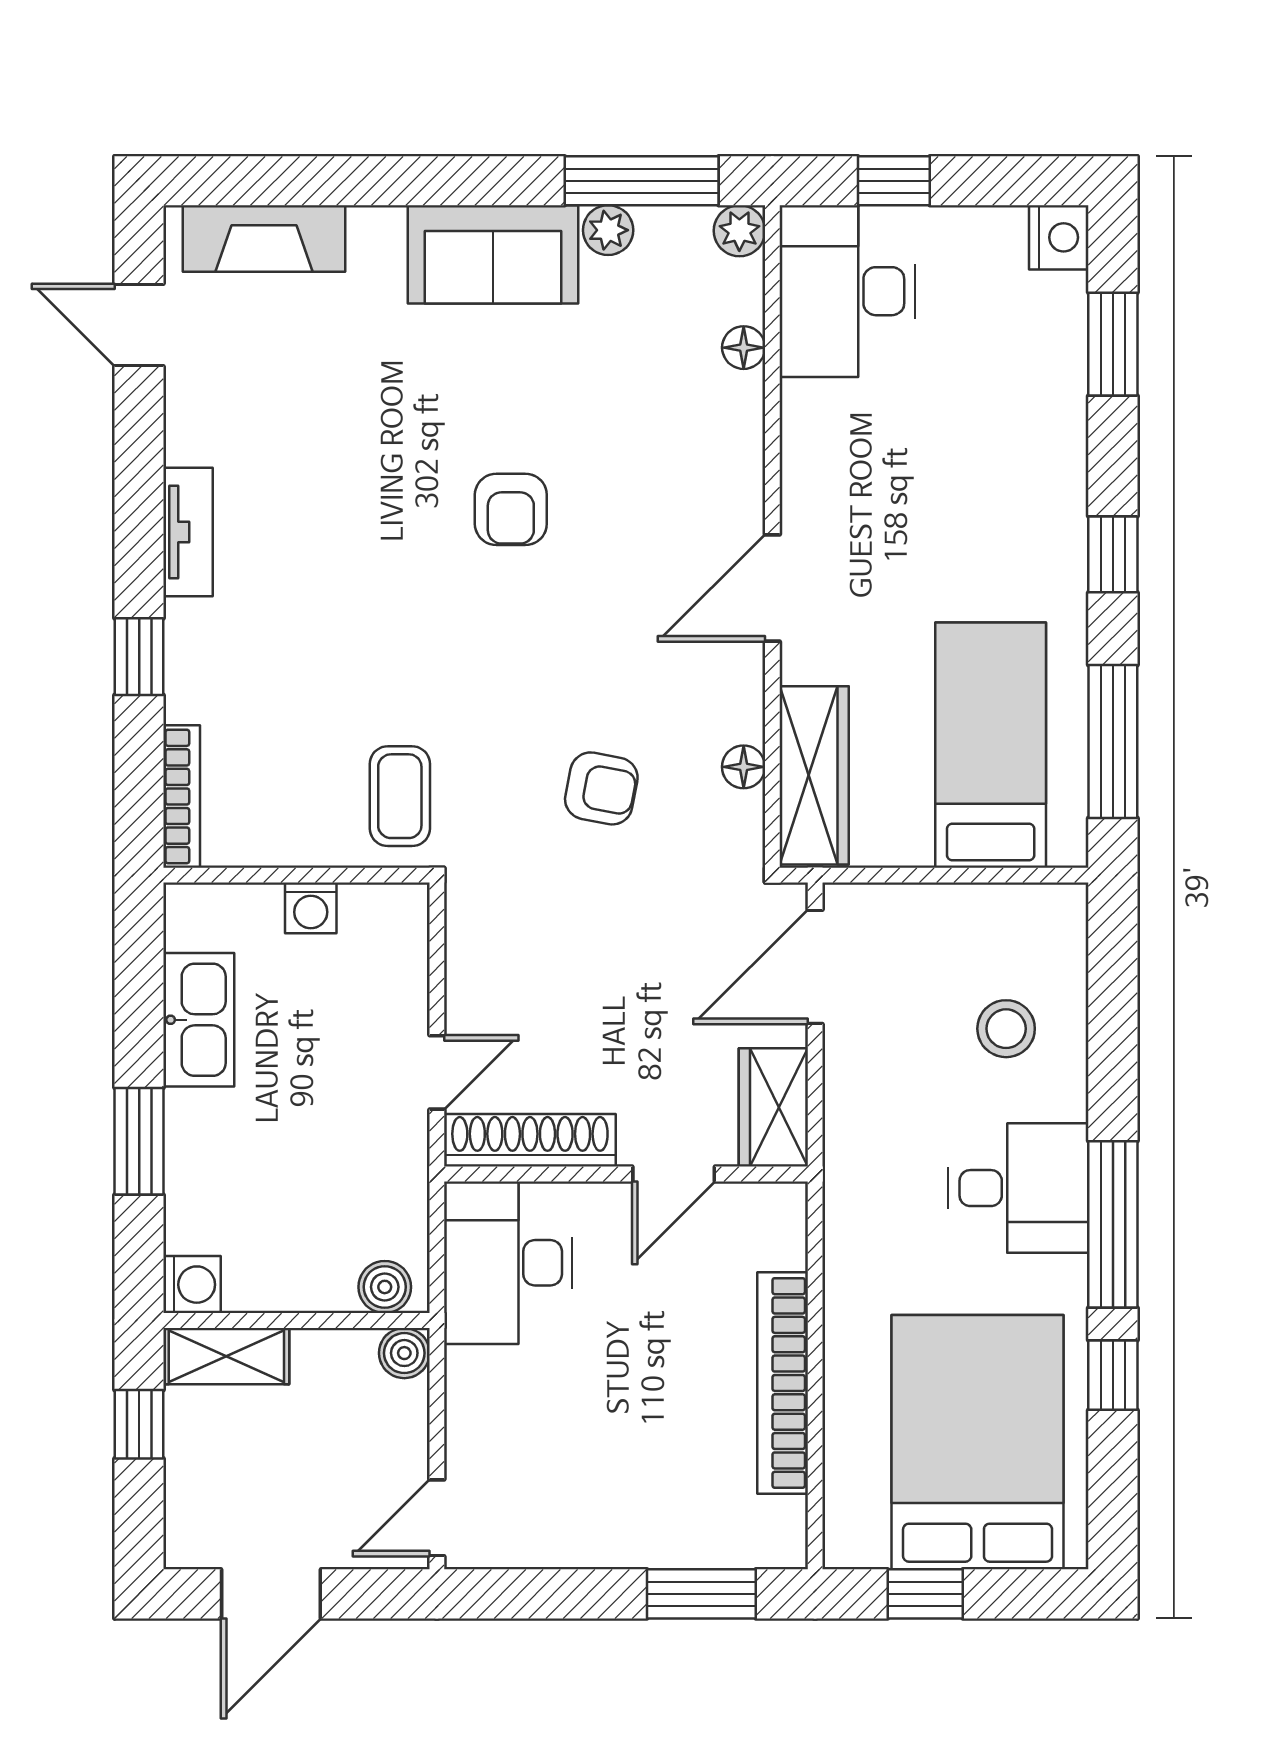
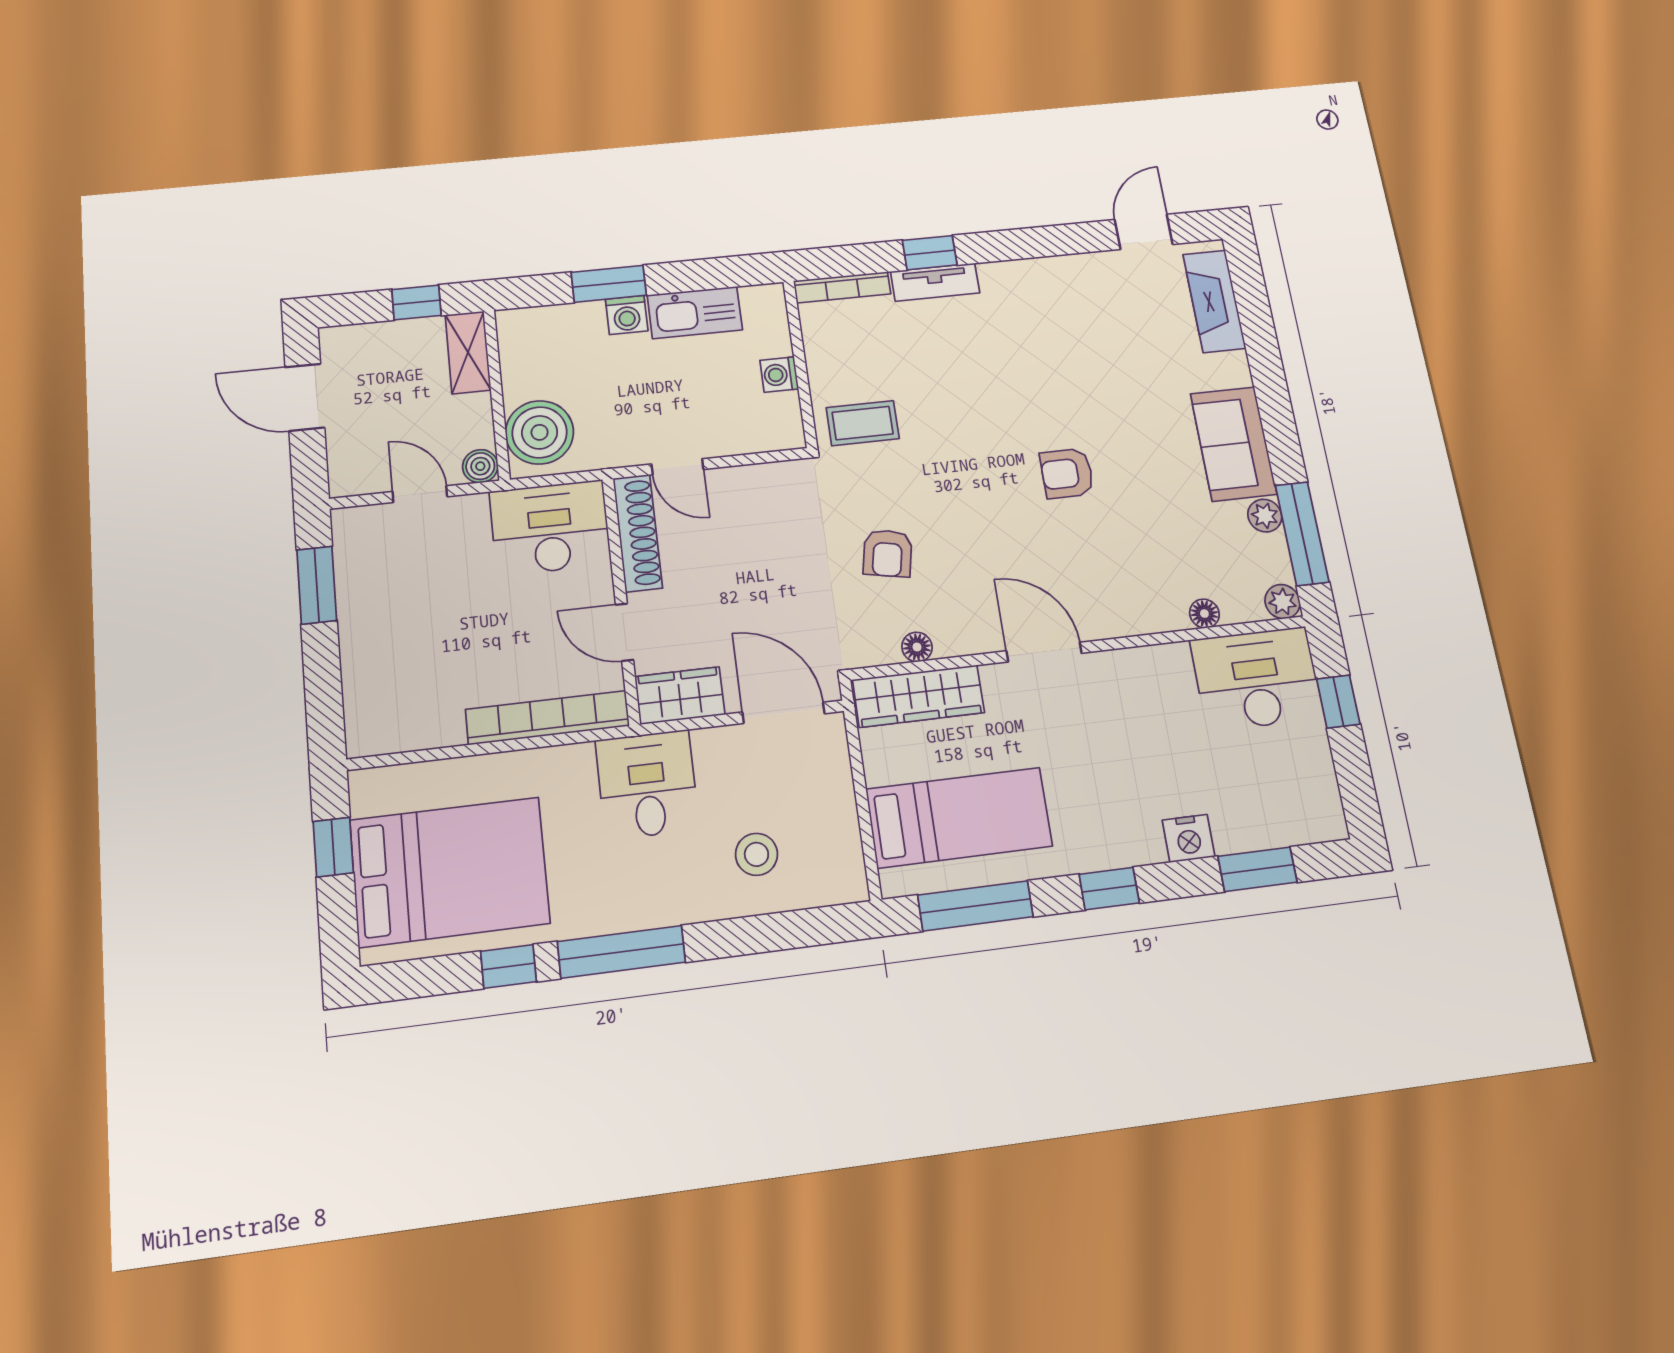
nightstand: (1059, 237) -> (1189, 838), moved
tv unit: (188, 532) -> (935, 282), moved
desk: (1018, 1188) -> (647, 785), moved, turned 180
washing machine: (192, 1285) -> (627, 315), moved
boiler: (385, 1287) -> (540, 432), width x1.86, depth x1.86
bookcase: (783, 1383) -> (547, 718), moved
door: (437, 1518) -> (420, 494), moved
window: (701, 1594) -> (317, 585), moved

